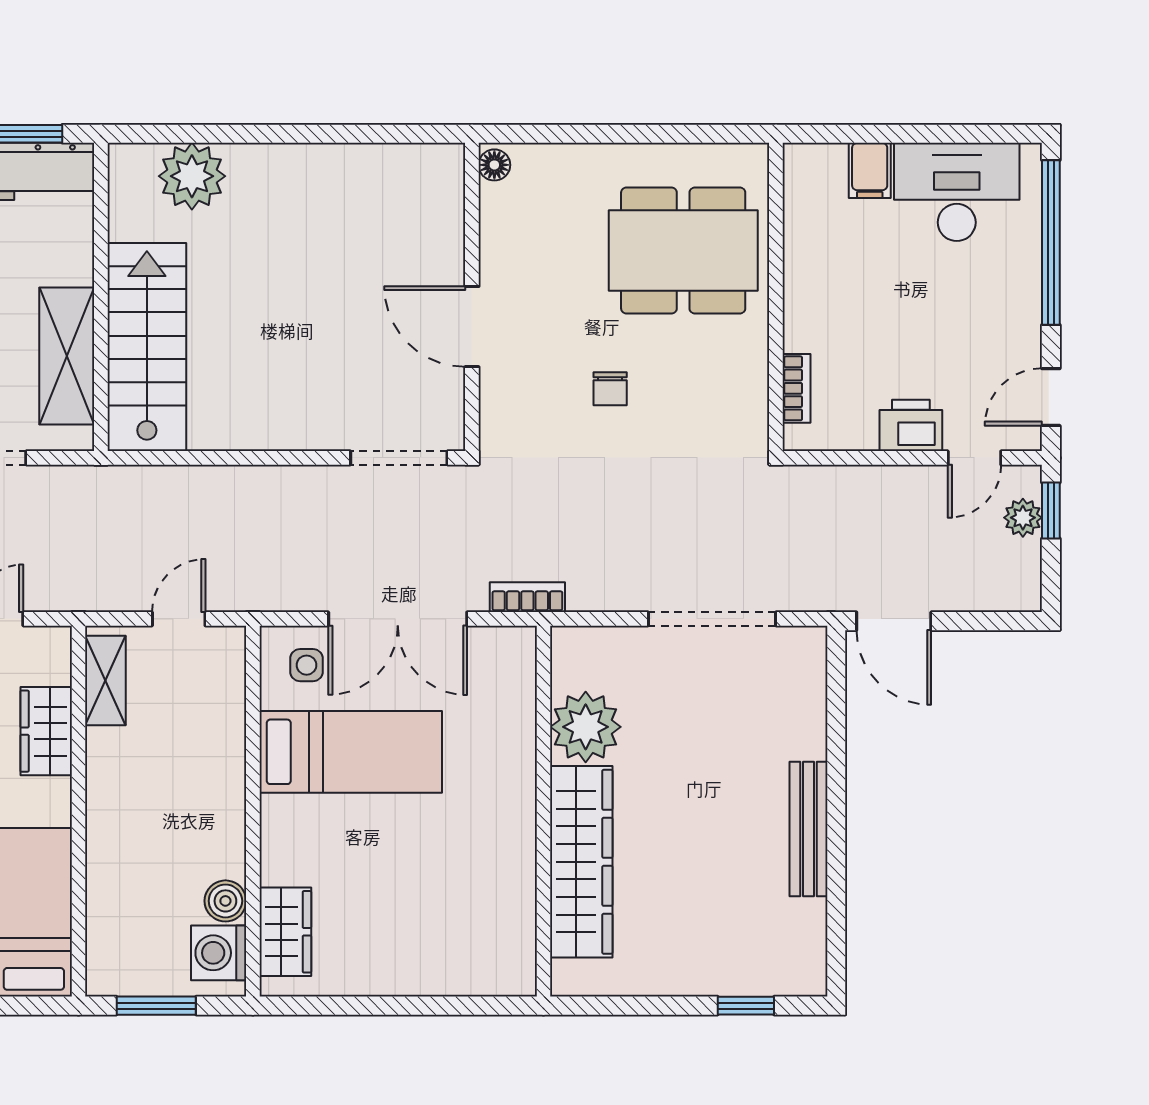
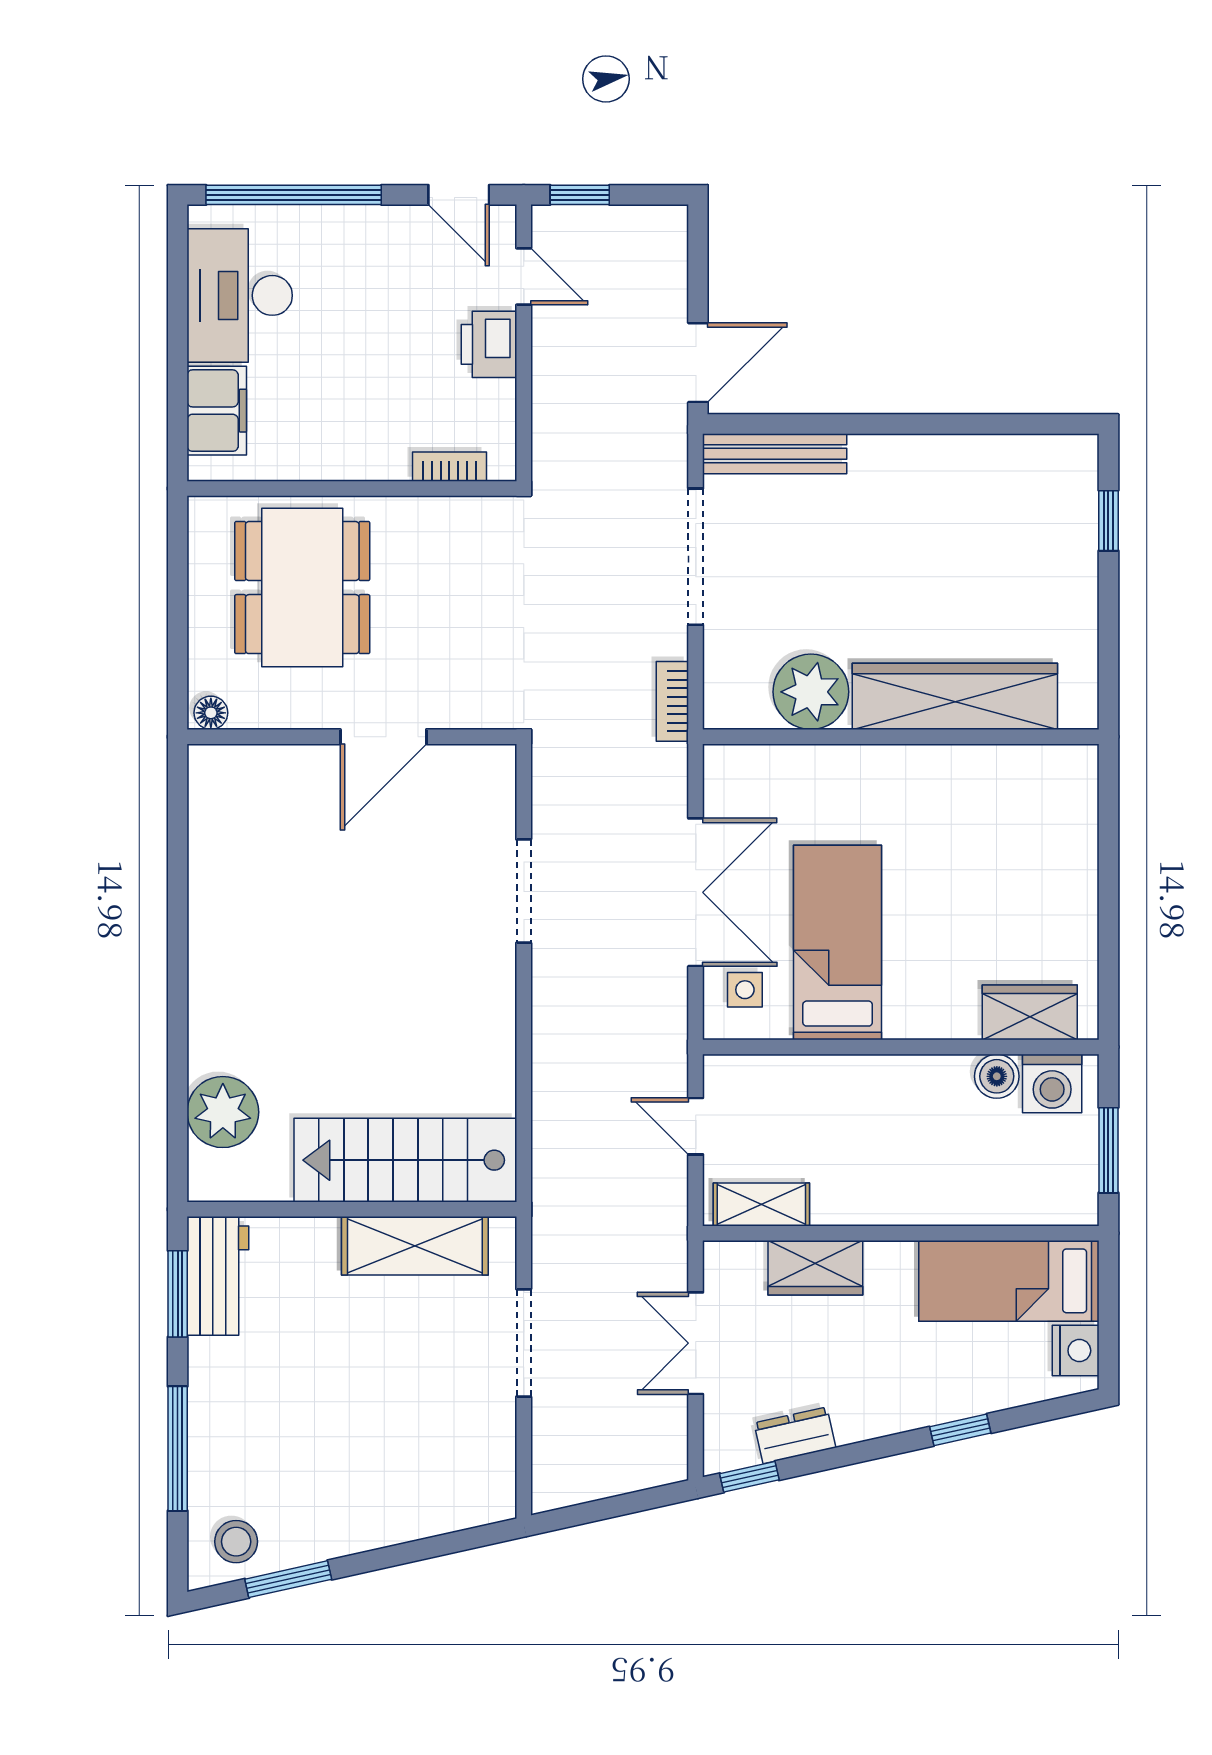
floor lamp: (494, 165) -> (211, 713), moved
filing cabinet: (870, 170) -> (217, 411), width x2.00
wall: (472, 297) -> (352, 737), moved
door: (472, 327) -> (383, 737), moved
chair: (610, 389) -> (450, 666), removed
plant: (1023, 518) -> (588, 225), removed
bookcase: (527, 597) -> (672, 701), moved
bench: (809, 829) -> (775, 454), moved

